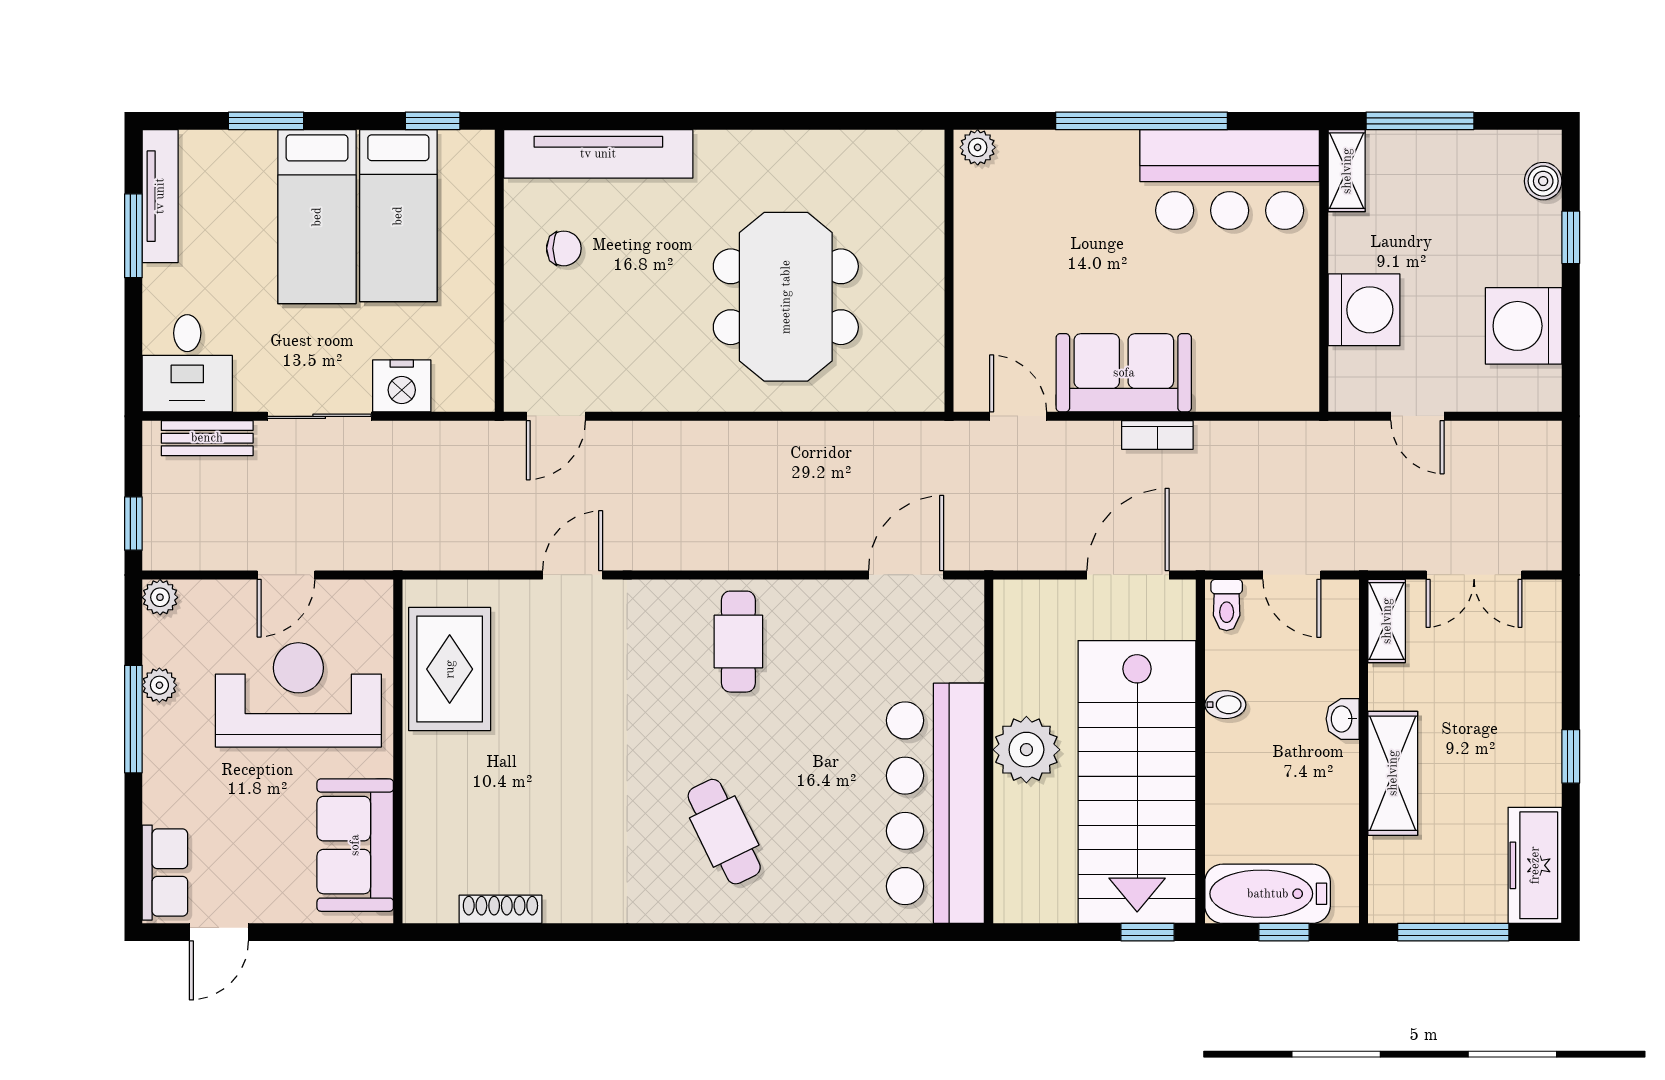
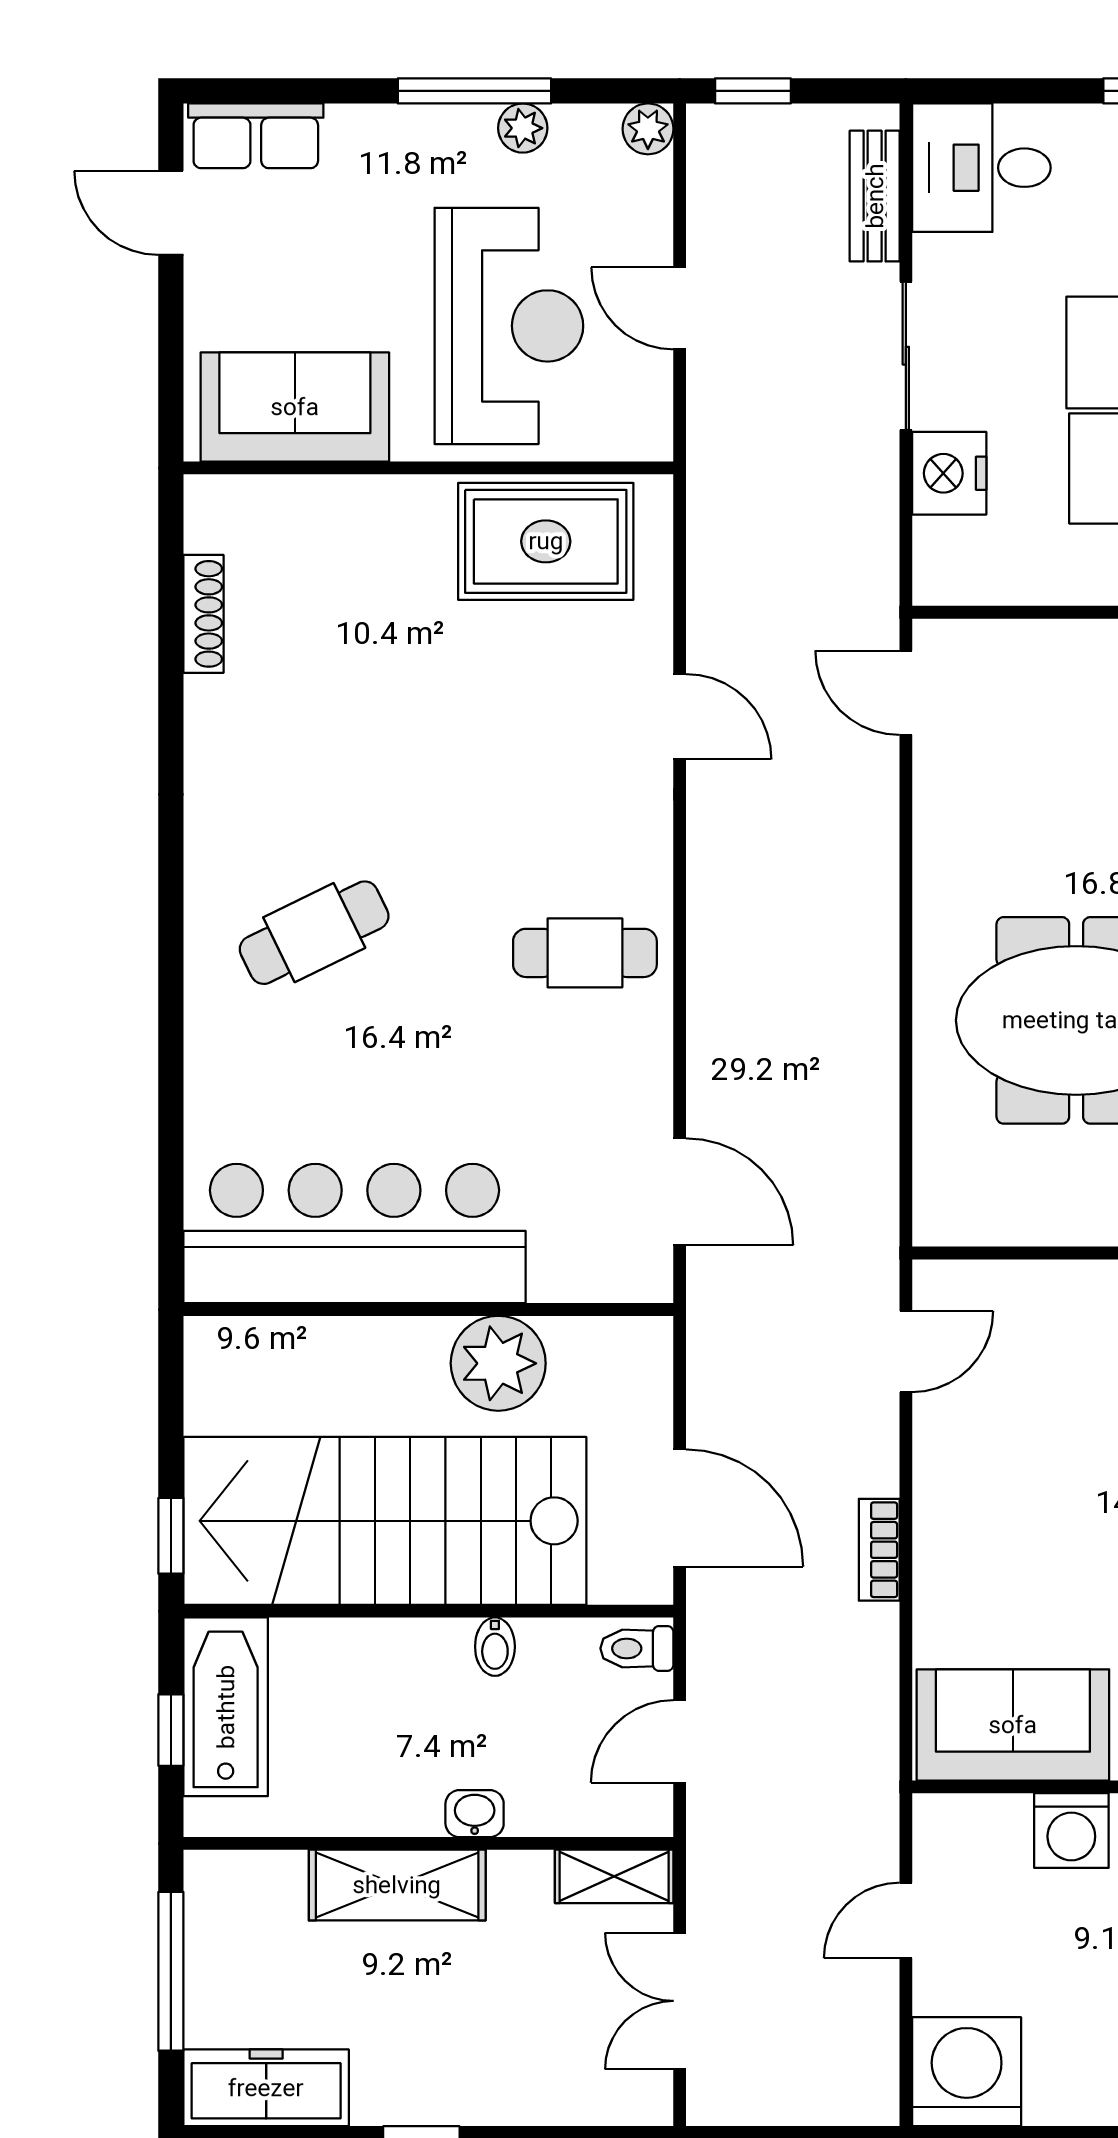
washing machine: (1364, 310) -> (1071, 1831), width x0.73, depth x0.73
washing machine: (1524, 326) -> (967, 2072), moved
sofa: (1124, 373) -> (1013, 1725), moved, turned -90
plant: (1026, 750) -> (498, 1363), moved

